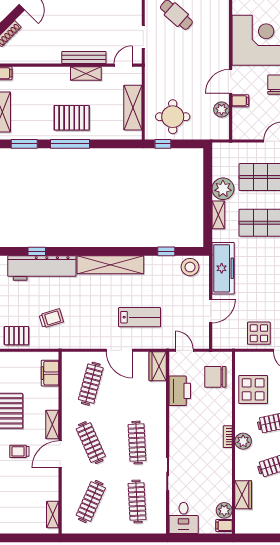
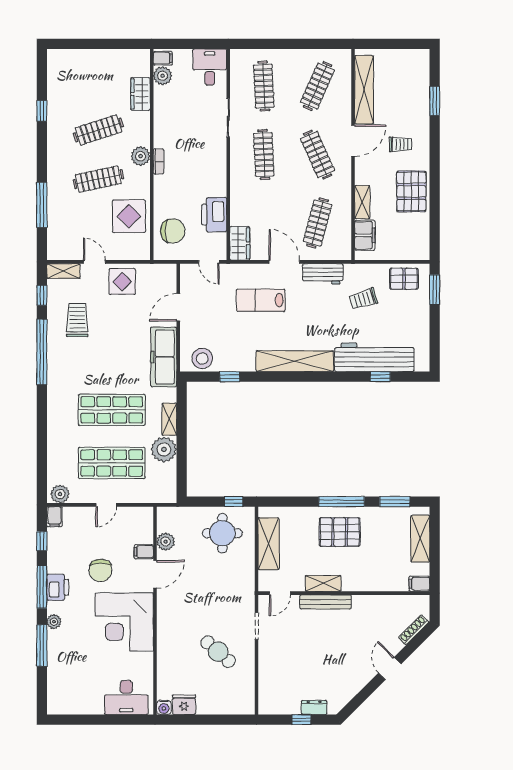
workbench: (86, 340) -> (323, 274), added
shelving: (52, 424) -> (362, 202), moved
shelving: (53, 515) -> (364, 90), width x2.20, depth x1.33

